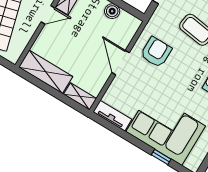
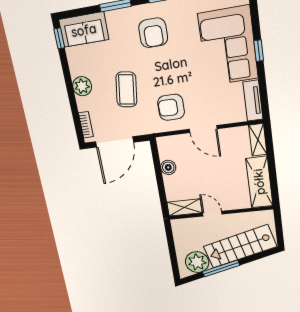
door: (121, 63) -> (203, 129), hinge flipped
window: (161, 157) -> (259, 51), moved

